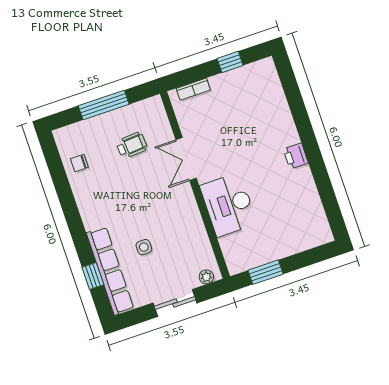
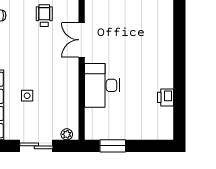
wheelchair: (132, 145) -> (44, 16), turned -86
printer: (296, 156) -> (166, 97), moved

